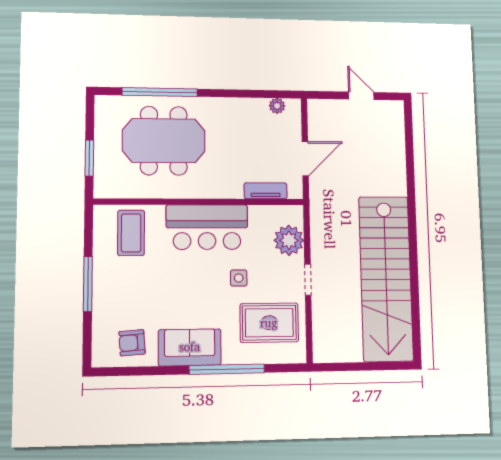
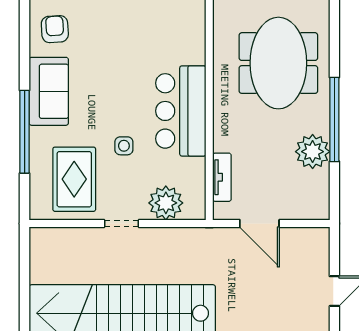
window: (160, 92) -> (334, 119), moved
plant: (277, 106) -> (313, 152), moved, width x1.87, depth x1.87
coffee table: (131, 233) -> (174, 27), removed

